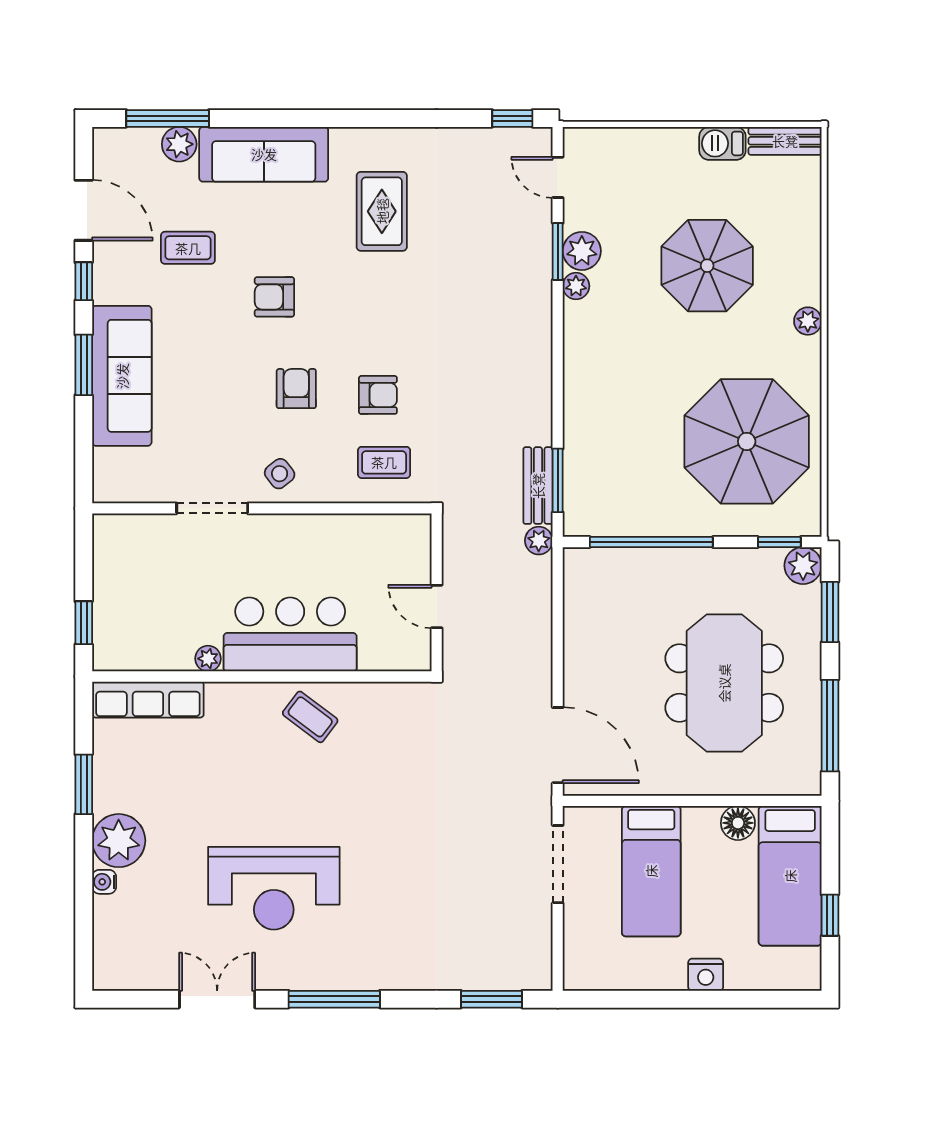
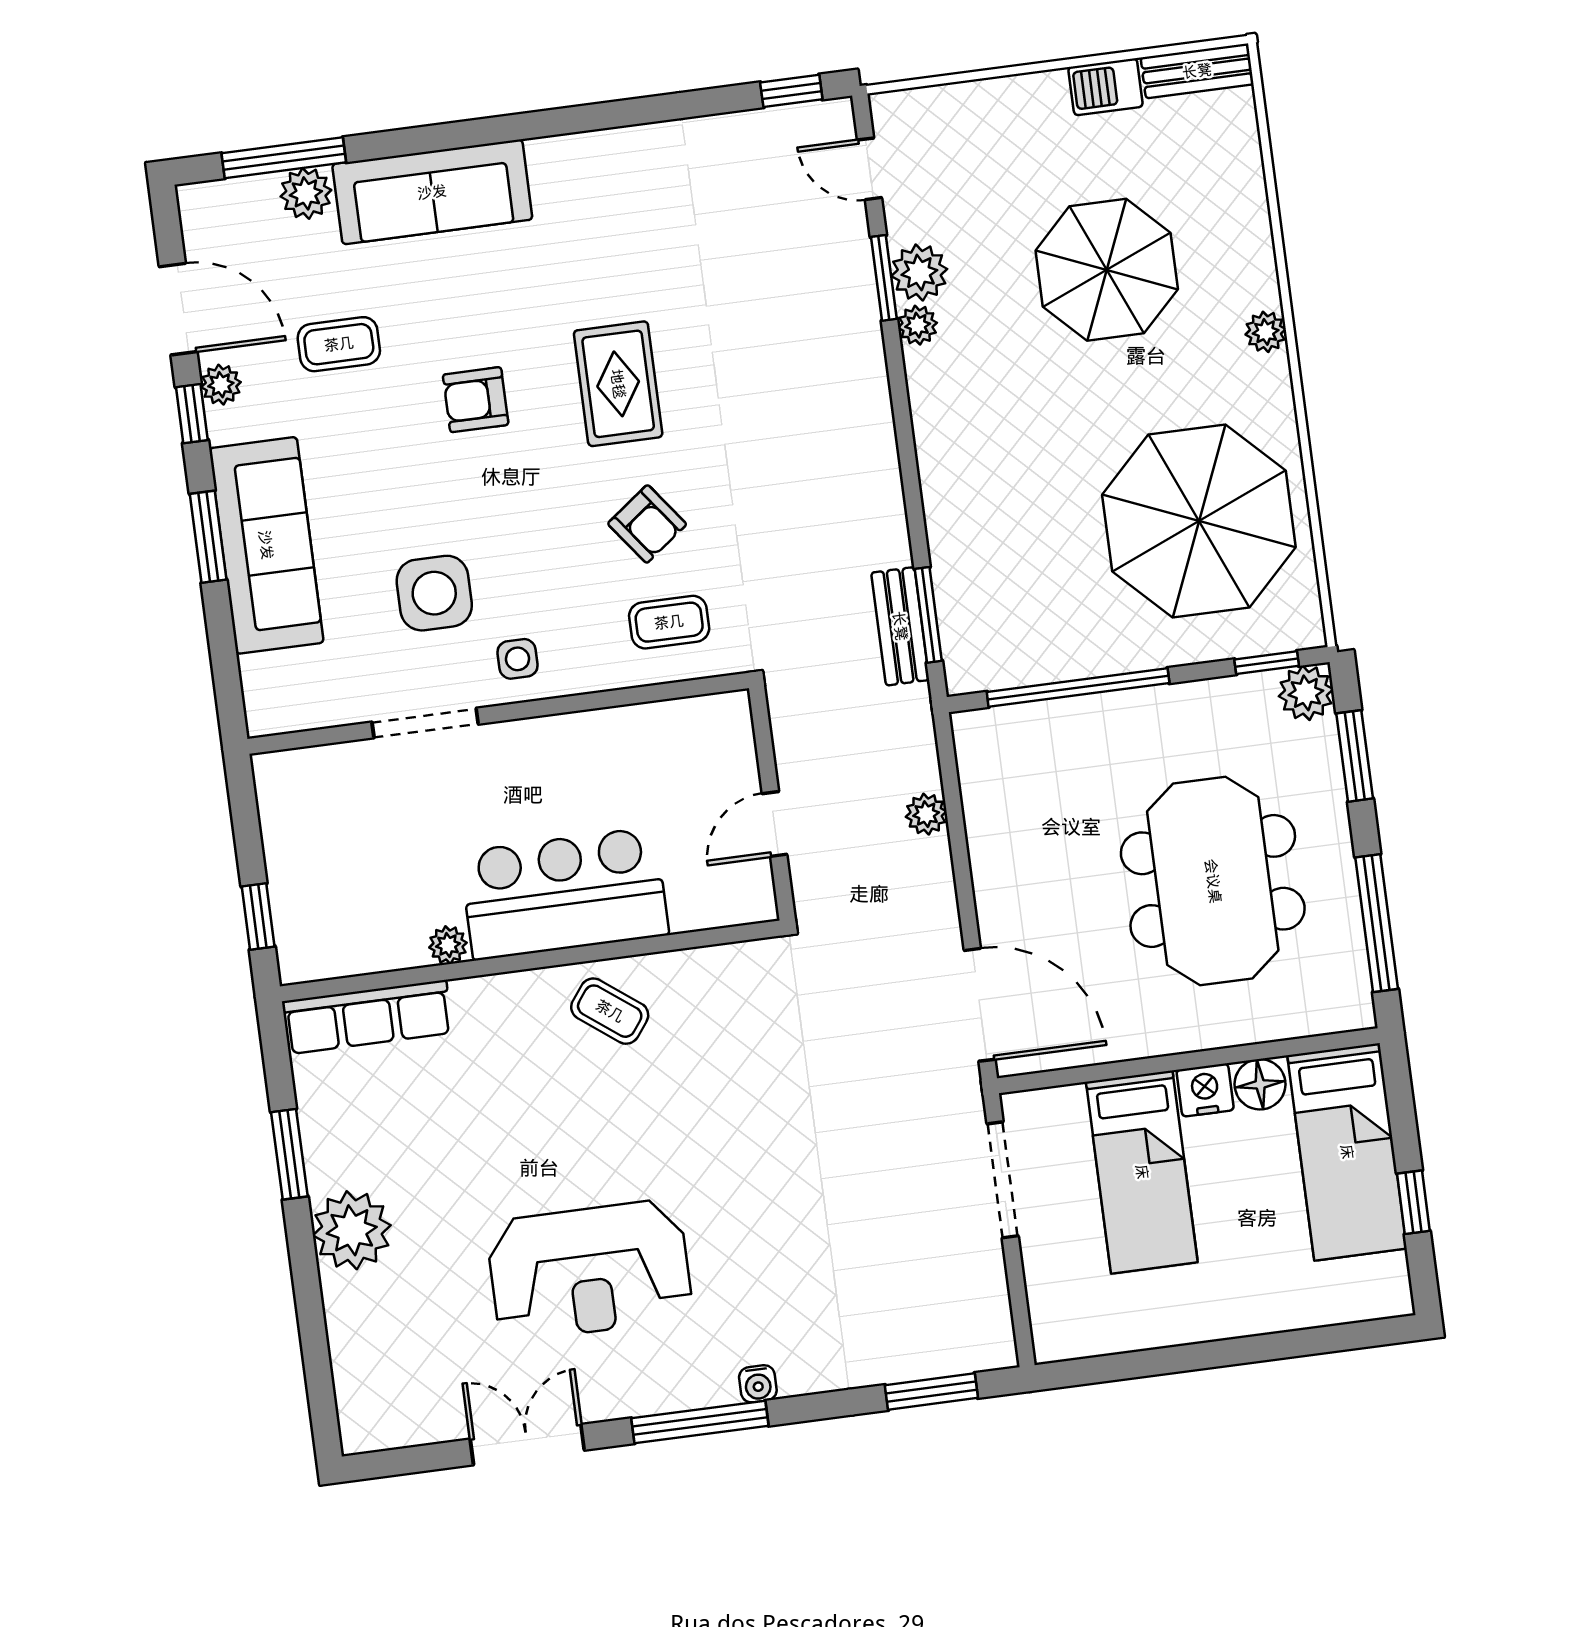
rug: (382, 211) -> (618, 384), moved
plant: (106, 264) -> (221, 385), added
armchair: (296, 389) -> (526, 530), removed
armchair: (378, 395) -> (647, 524), turned 53
side table: (230, 422) -> (434, 593), added
side table: (280, 474) -> (517, 659), turned 38
plant: (539, 541) -> (926, 814), moved
door: (437, 607) -> (775, 824), hinge flipped
water cooler: (104, 882) -> (758, 1384), moved, turned -90
nightstand: (706, 975) -> (1205, 1090), moved, turned 180

